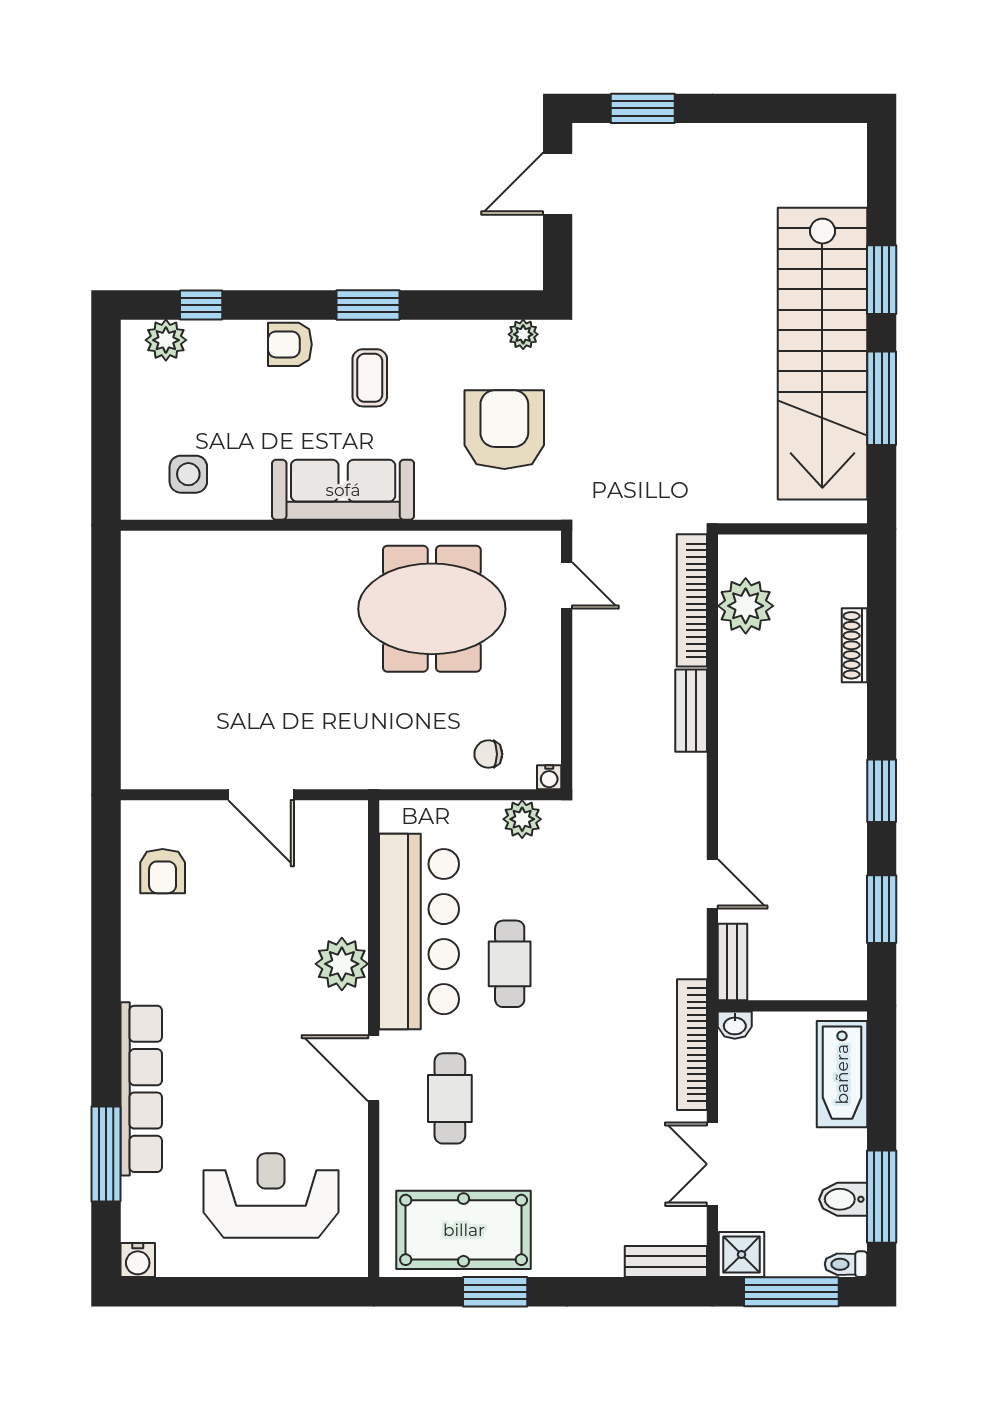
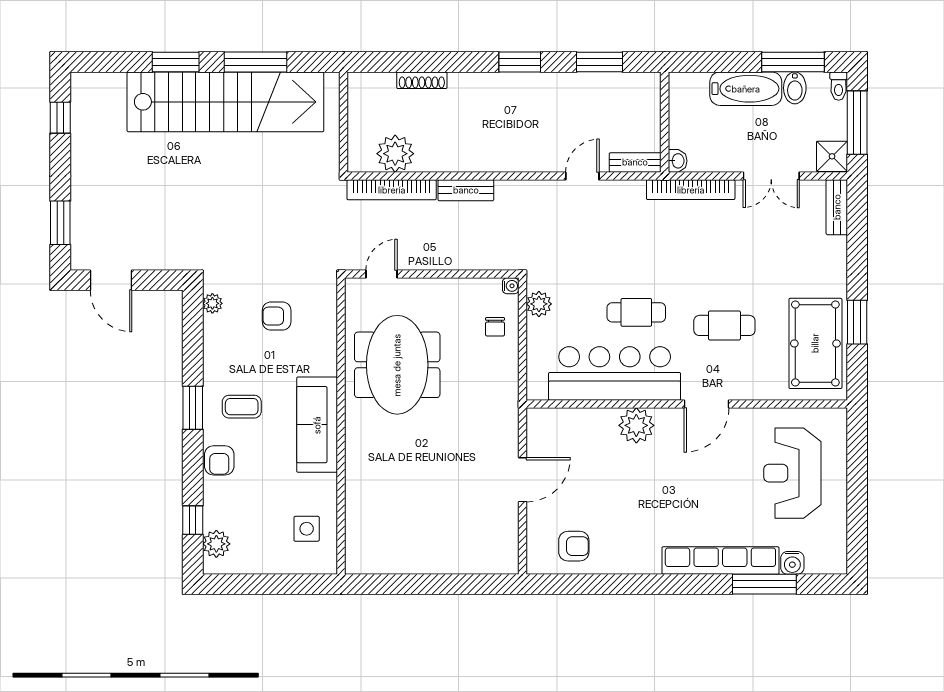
window: (799, 108) -> (60, 118), added
armchair: (504, 430) -> (277, 316), width x0.53, depth x0.53
bathtub: (842, 1074) -> (746, 89), moved
cafe table: (450, 1098) -> (724, 325), moved
water cooler: (138, 1260) -> (792, 563), moved, turned 90

